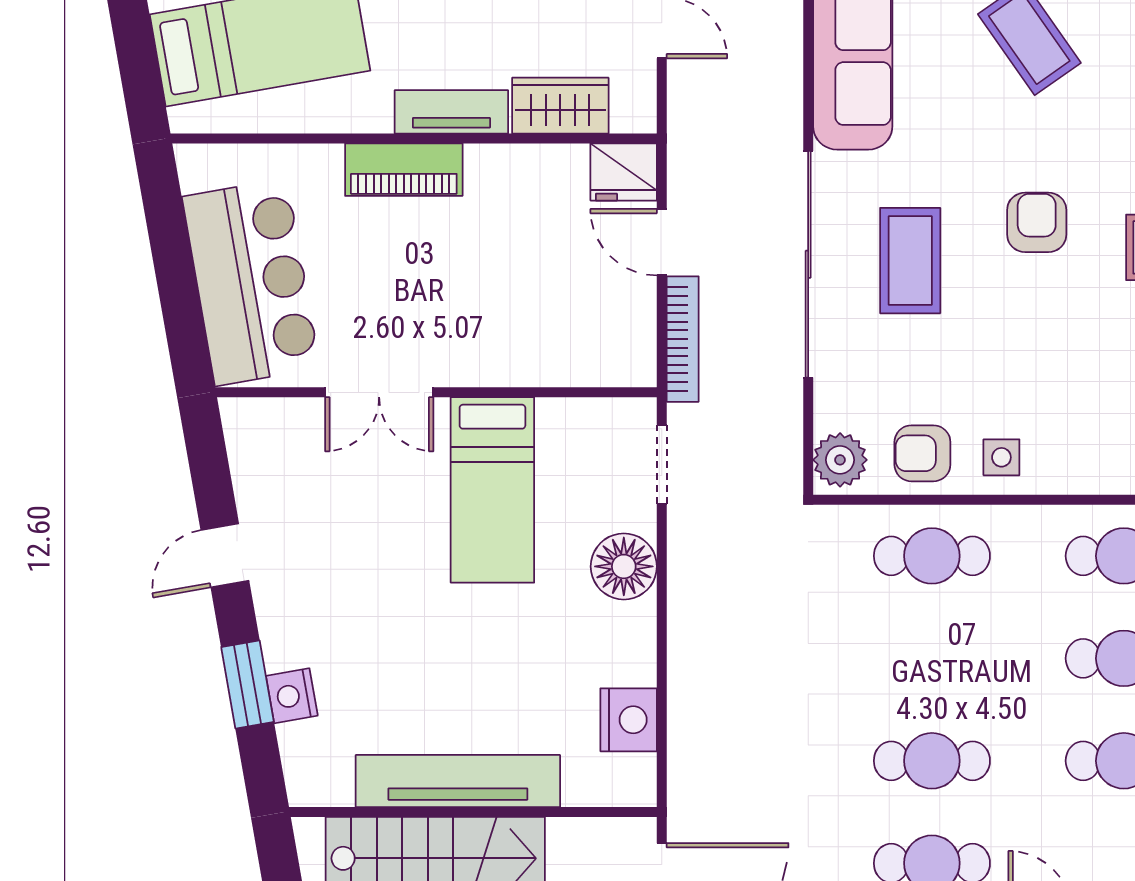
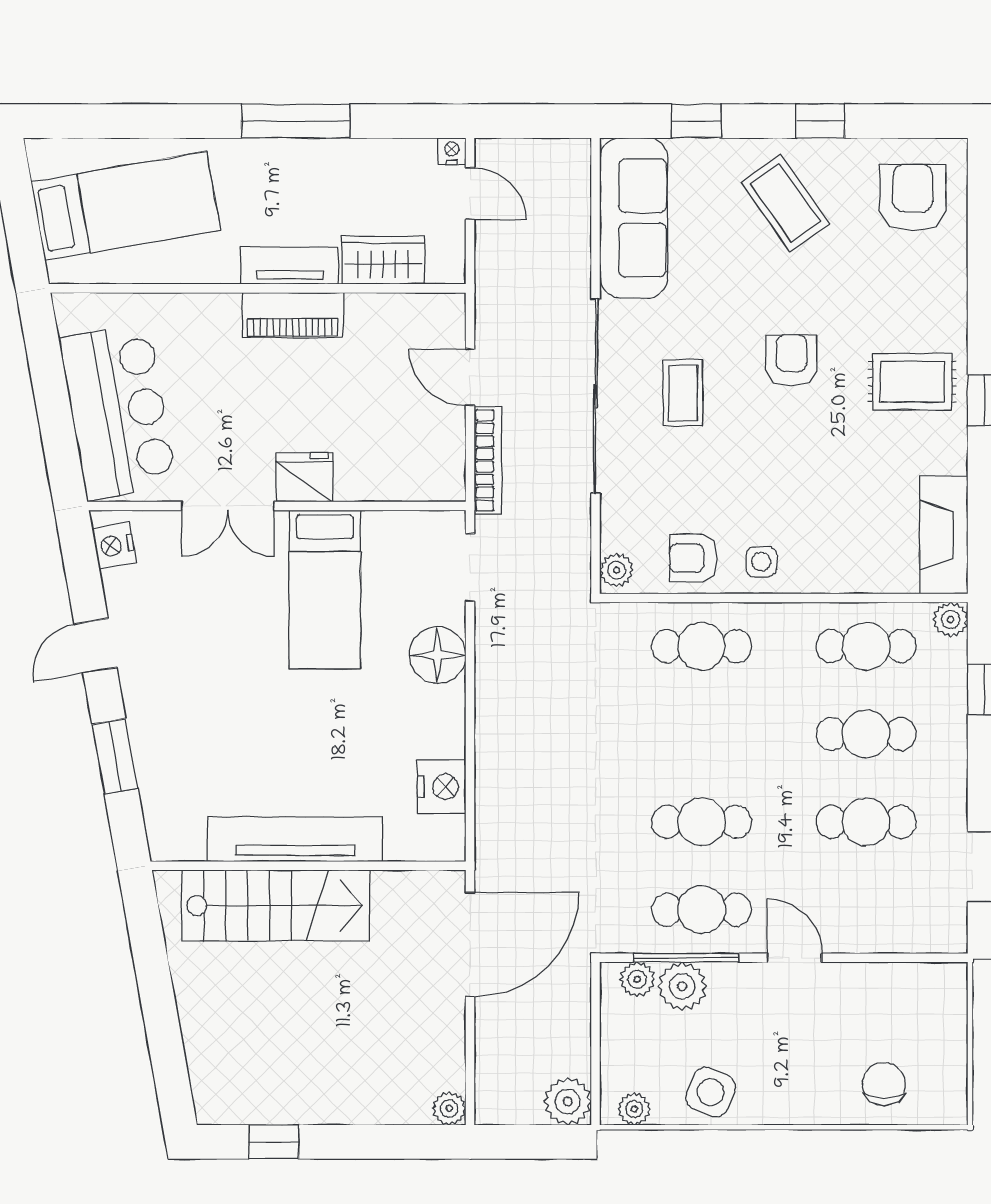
piano: (404, 170) -> (293, 315), moved
fridge: (624, 172) -> (304, 477), moved, turned 180
coffee table: (910, 261) -> (683, 393), width x0.73, depth x0.77
plant: (840, 460) -> (617, 570), width x0.73, depth x0.73
nightstand: (292, 696) -> (114, 545), moved

